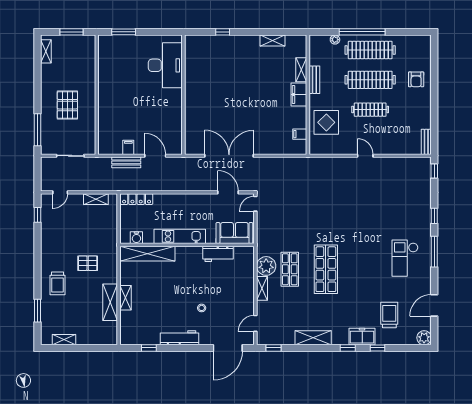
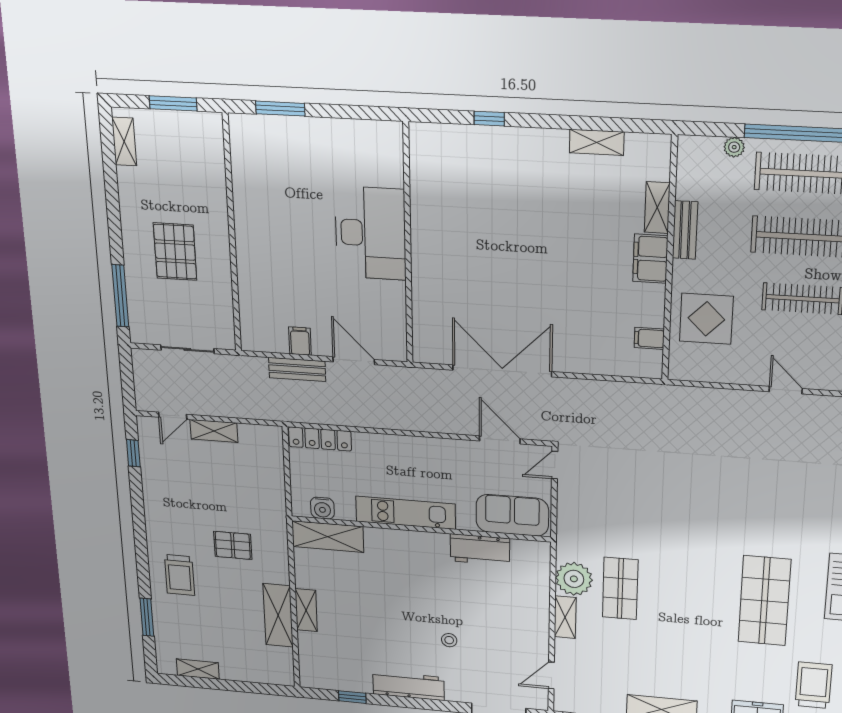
desk: (165, 65) -> (370, 233), moved
shelving: (96, 199) -> (214, 431), moved
shelving: (147, 254) -> (328, 537), width x0.68
shop shelf: (326, 269) -> (764, 601), moved

